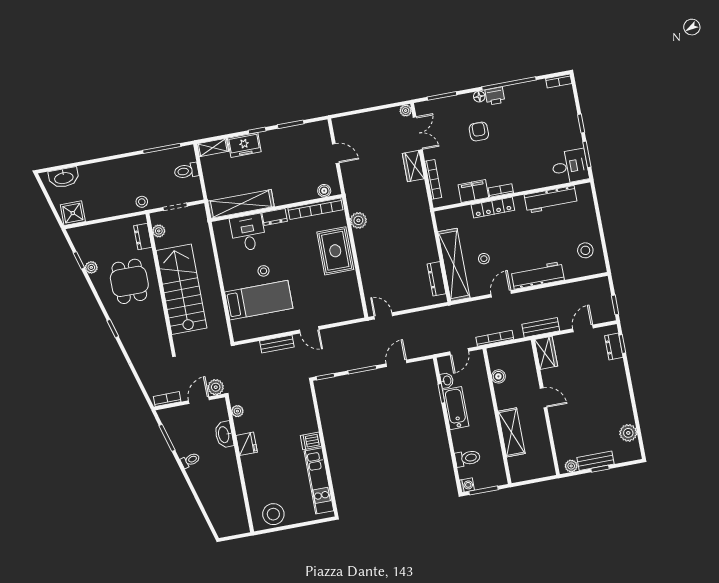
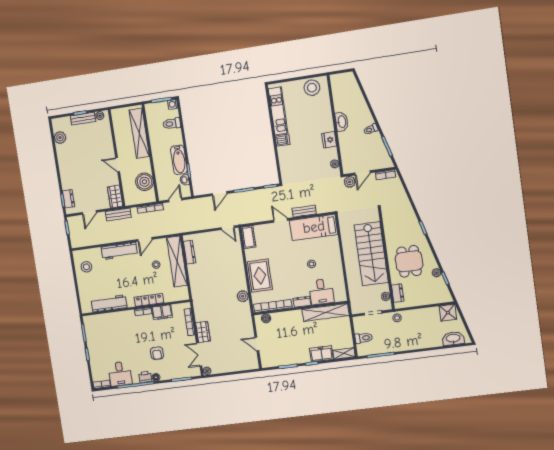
desk: (570, 166) -> (120, 374), moved, turned -90
bed: (259, 300) -> (314, 227), moved
cot: (354, 304) -> (248, 237), added
boiler: (498, 376) -> (144, 182), width x1.86, depth x1.86
shelving: (512, 432) -> (139, 133), width x1.47
washbasin: (224, 435) -> (342, 122), moved

